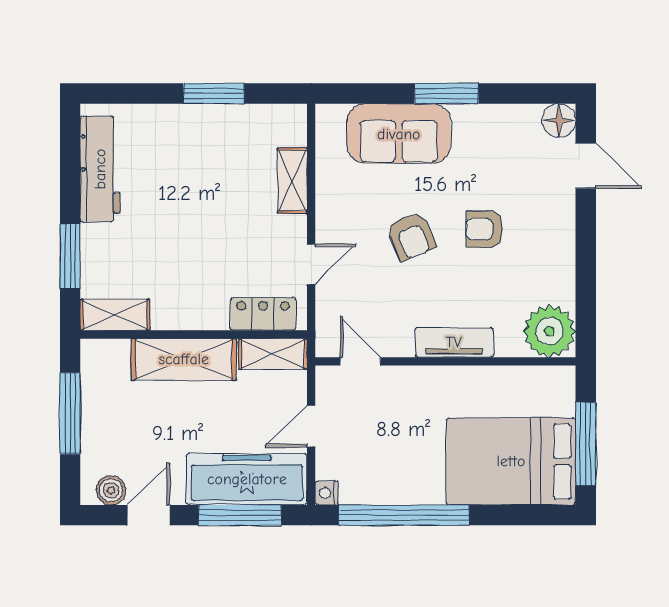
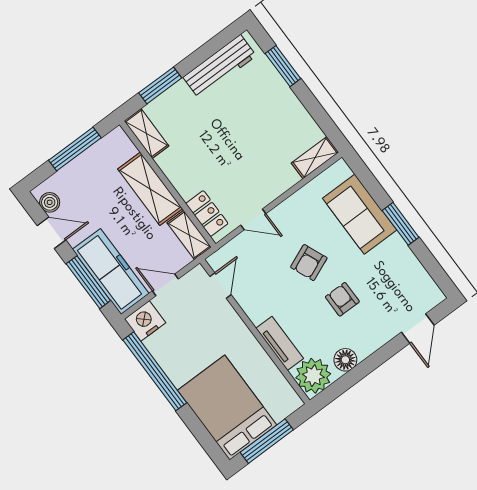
window: (214, 93) -> (283, 66), moved
floor lamp: (559, 120) -> (345, 360), moved
shelving: (292, 181) -> (315, 158), moved
tv unit: (454, 342) -> (280, 343), moved
nightstand: (327, 493) -> (145, 321), width x1.89, depth x1.79

